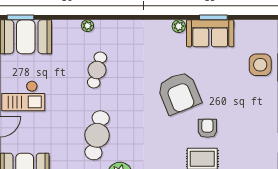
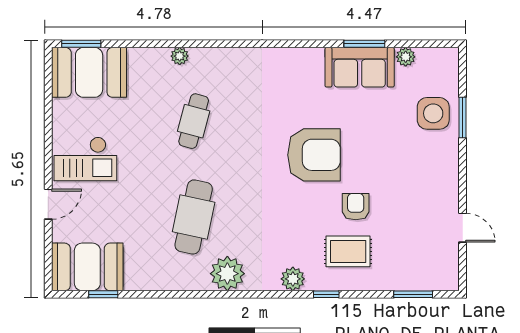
plant: (179, 26) -> (406, 57), moved
armchair: (179, 93) -> (314, 155), turned -68

